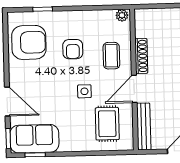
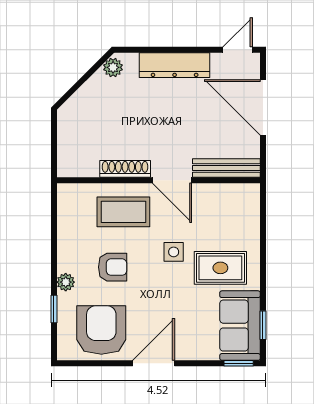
plant: (122, 15) -> (66, 282), moved
coffee table: (111, 56) -> (123, 212), width x1.36, depth x1.30
door: (7, 101) -> (154, 363), moved
rug: (107, 124) -> (220, 268), moved

